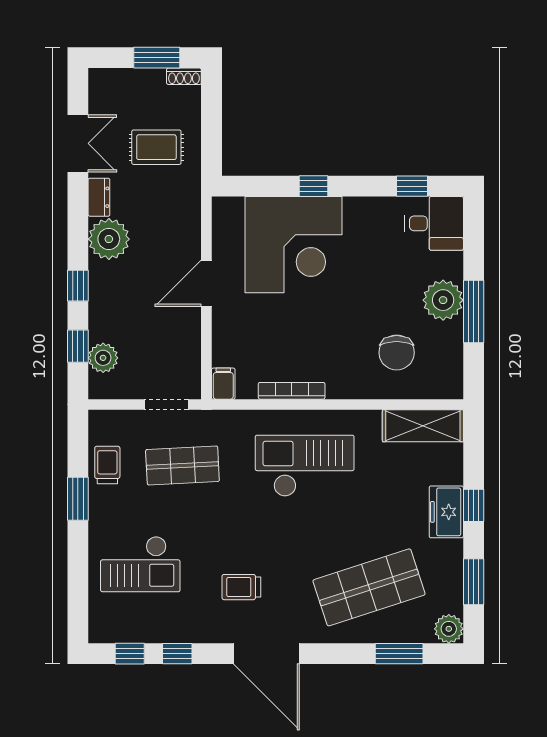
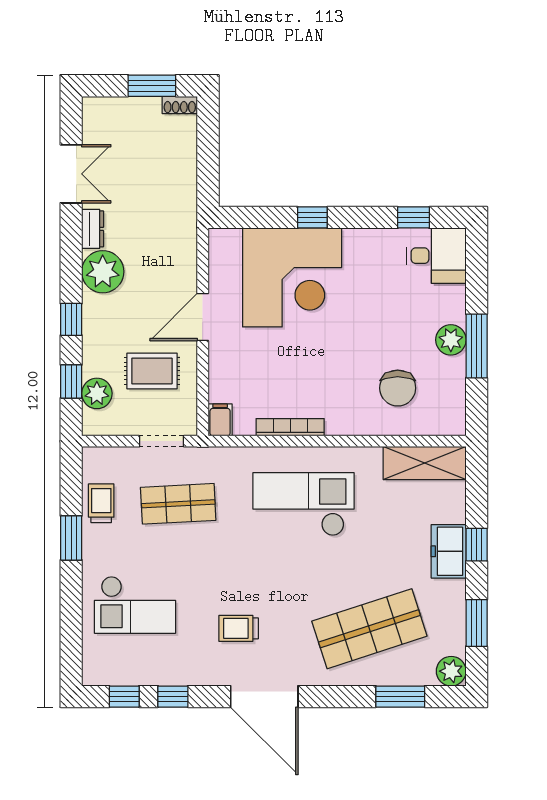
rug: (156, 147) -> (152, 371), moved
plant: (443, 300) -> (451, 340), width x0.73, depth x0.73

